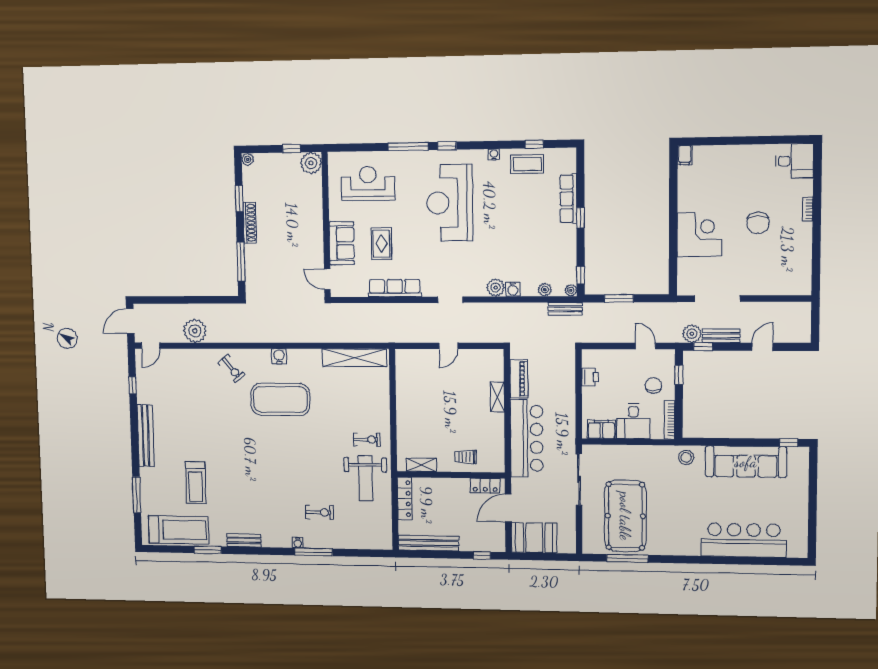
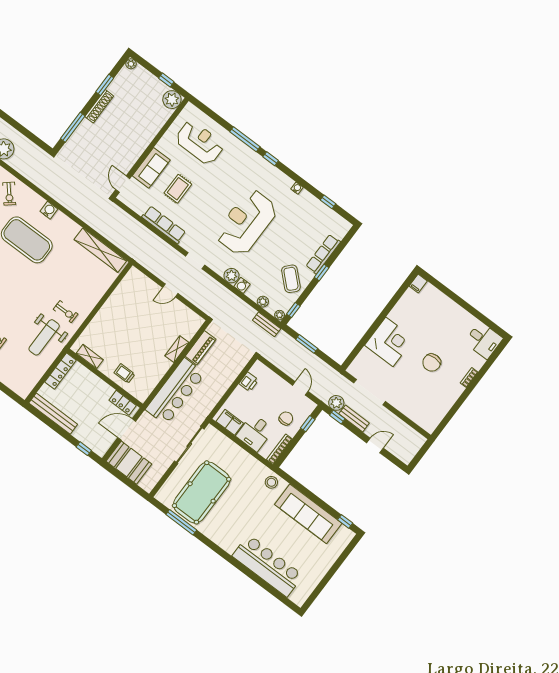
coffee table: (527, 164) -> (291, 279), moved, turned 43
reception desk: (450, 203) -> (246, 222), moved

